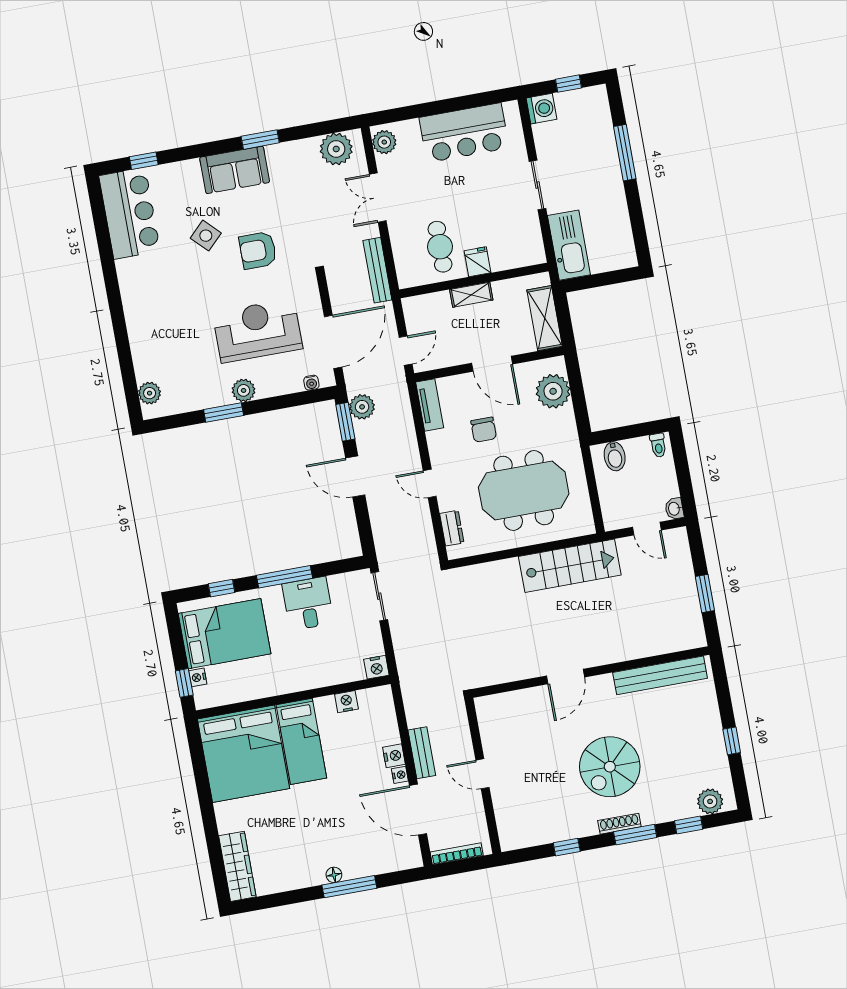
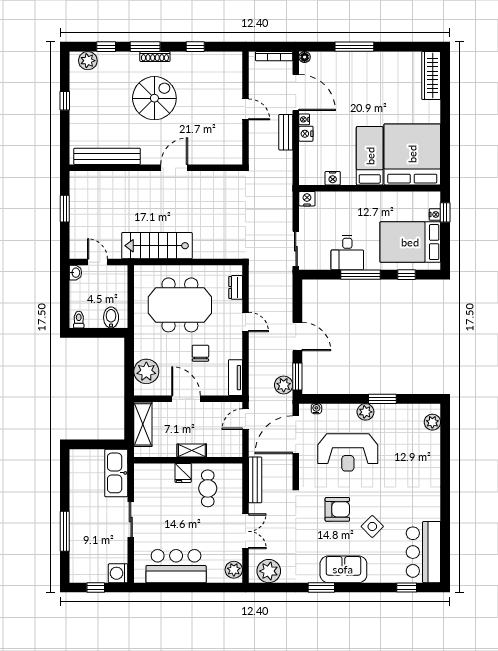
floor lamp: (334, 875) -> (305, 57), moved

